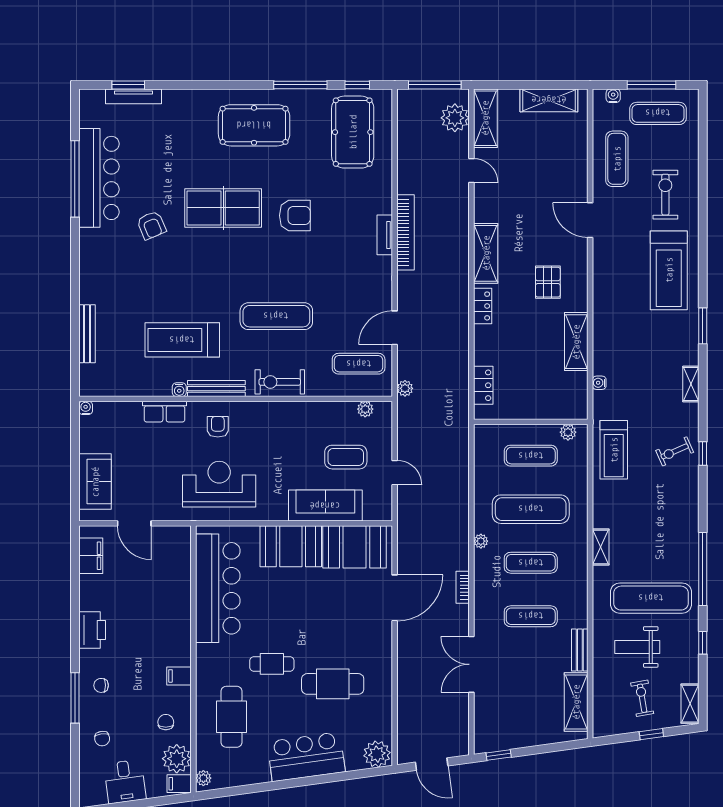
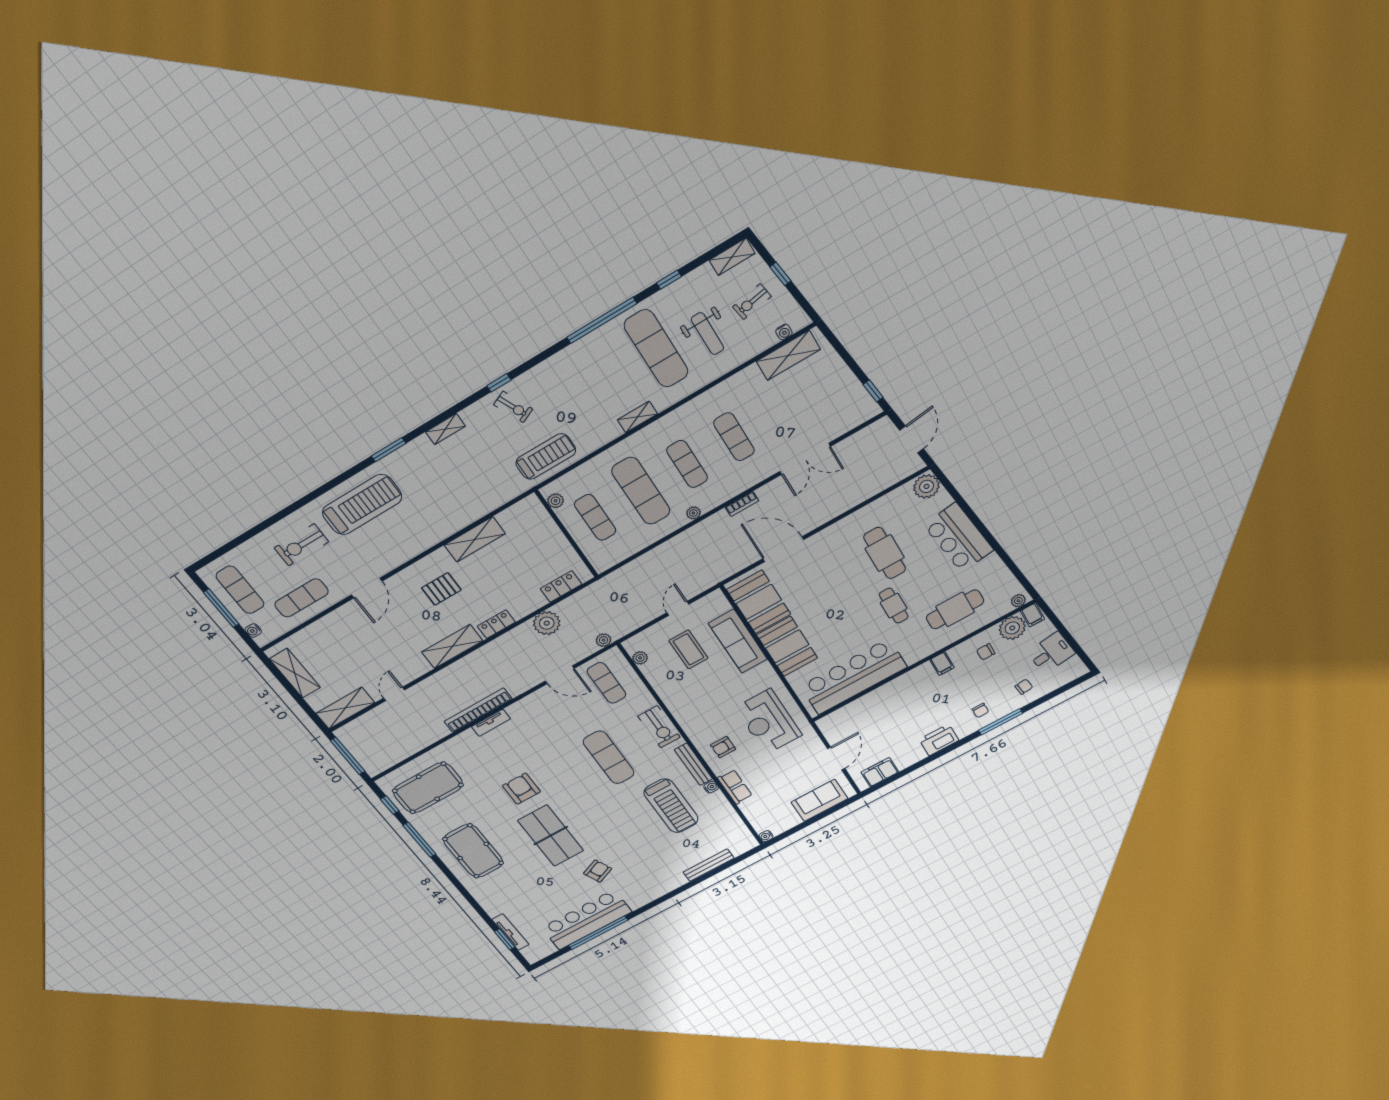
plant: (455, 118) -> (547, 623), moved
water cooler: (599, 383) -> (784, 332), moved
bench: (580, 650) -> (740, 380), removed

